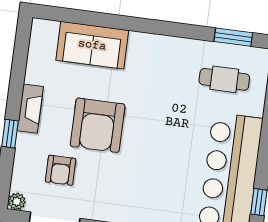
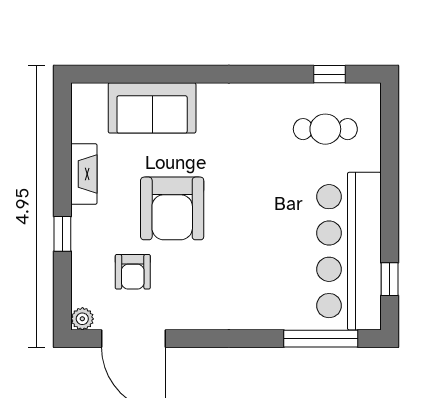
window: (233, 37) -> (329, 74), width x0.67
fireplace: (30, 109) -> (84, 174), moved

